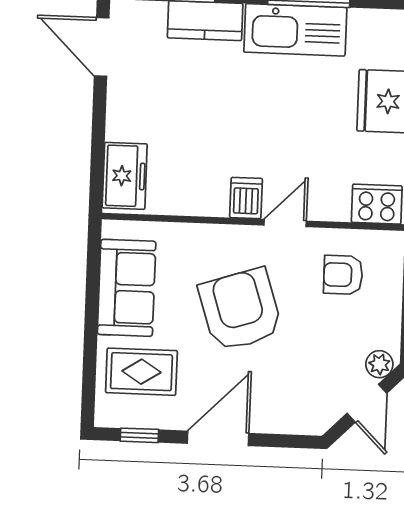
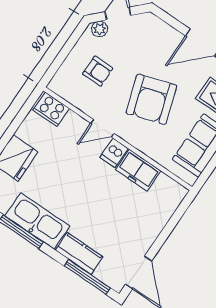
freezer: (125, 176) -> (138, 170), moved, turned -90
armchair: (343, 275) -> (98, 71), moved

